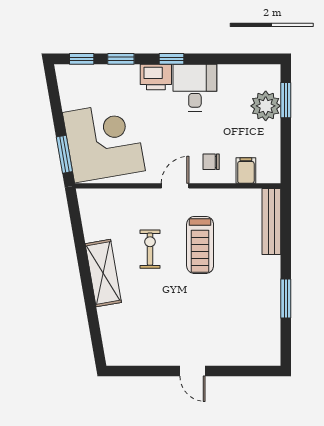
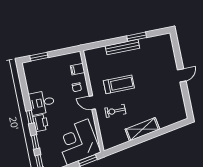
plant: (266, 106) -> (44, 66), removed
bench: (271, 222) -> (122, 47), moved
exercise bike: (150, 249) -> (115, 111), moved

